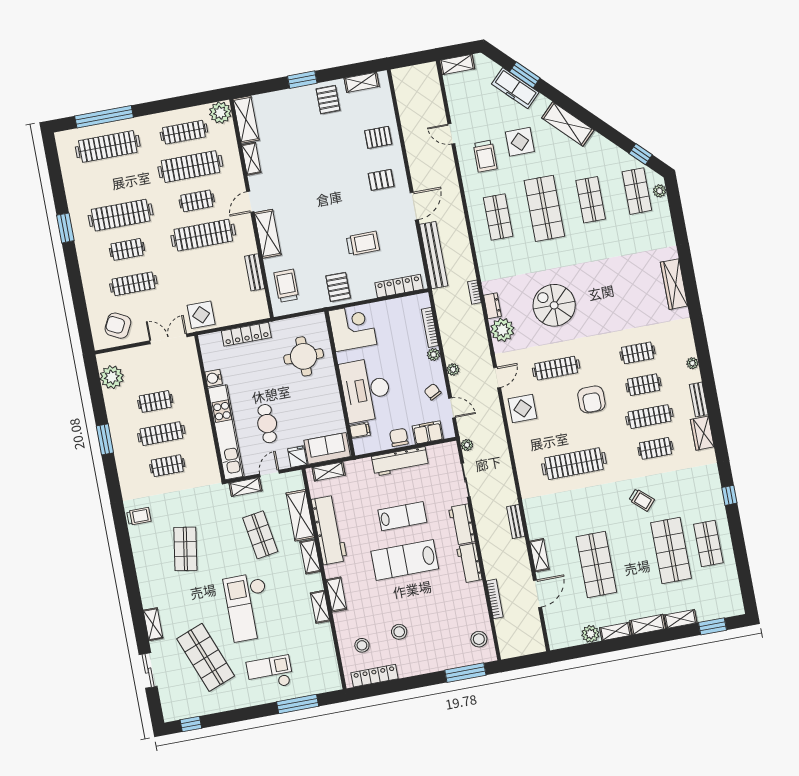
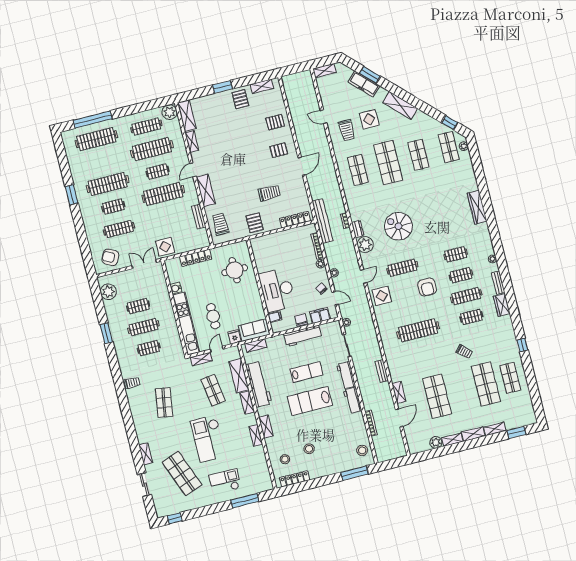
bench: (434, 255) -> (322, 221), moved
corner desk: (352, 328) -> (266, 249), removed

